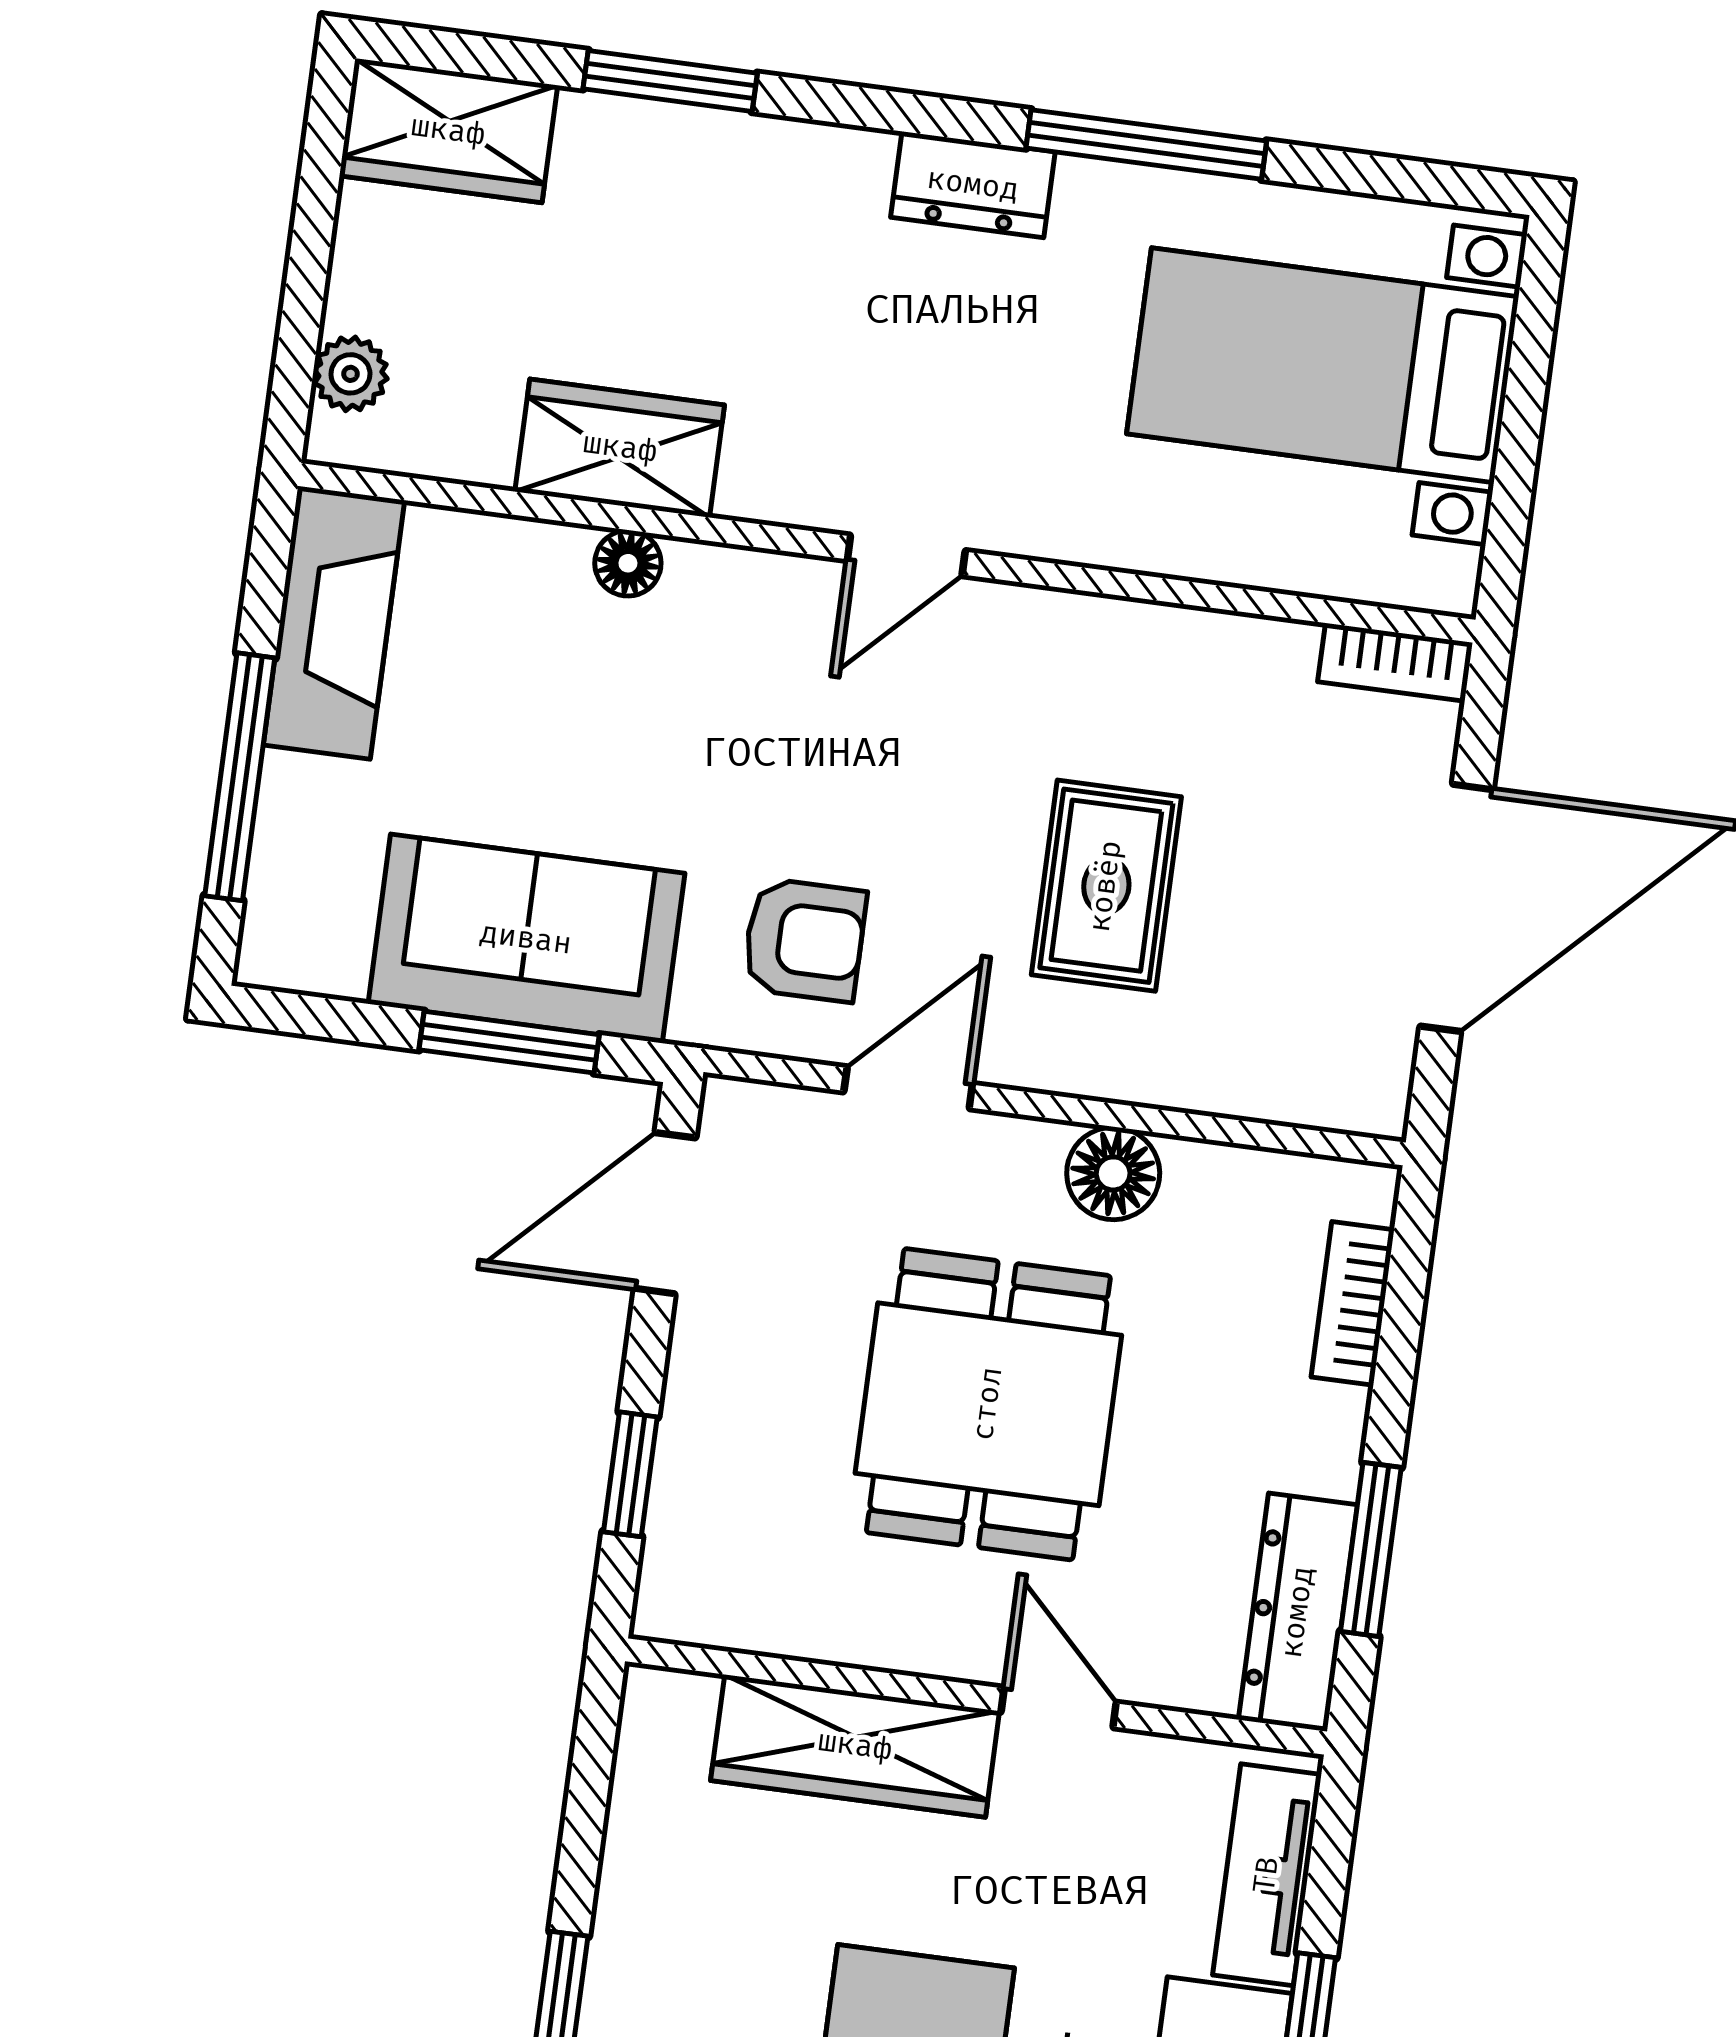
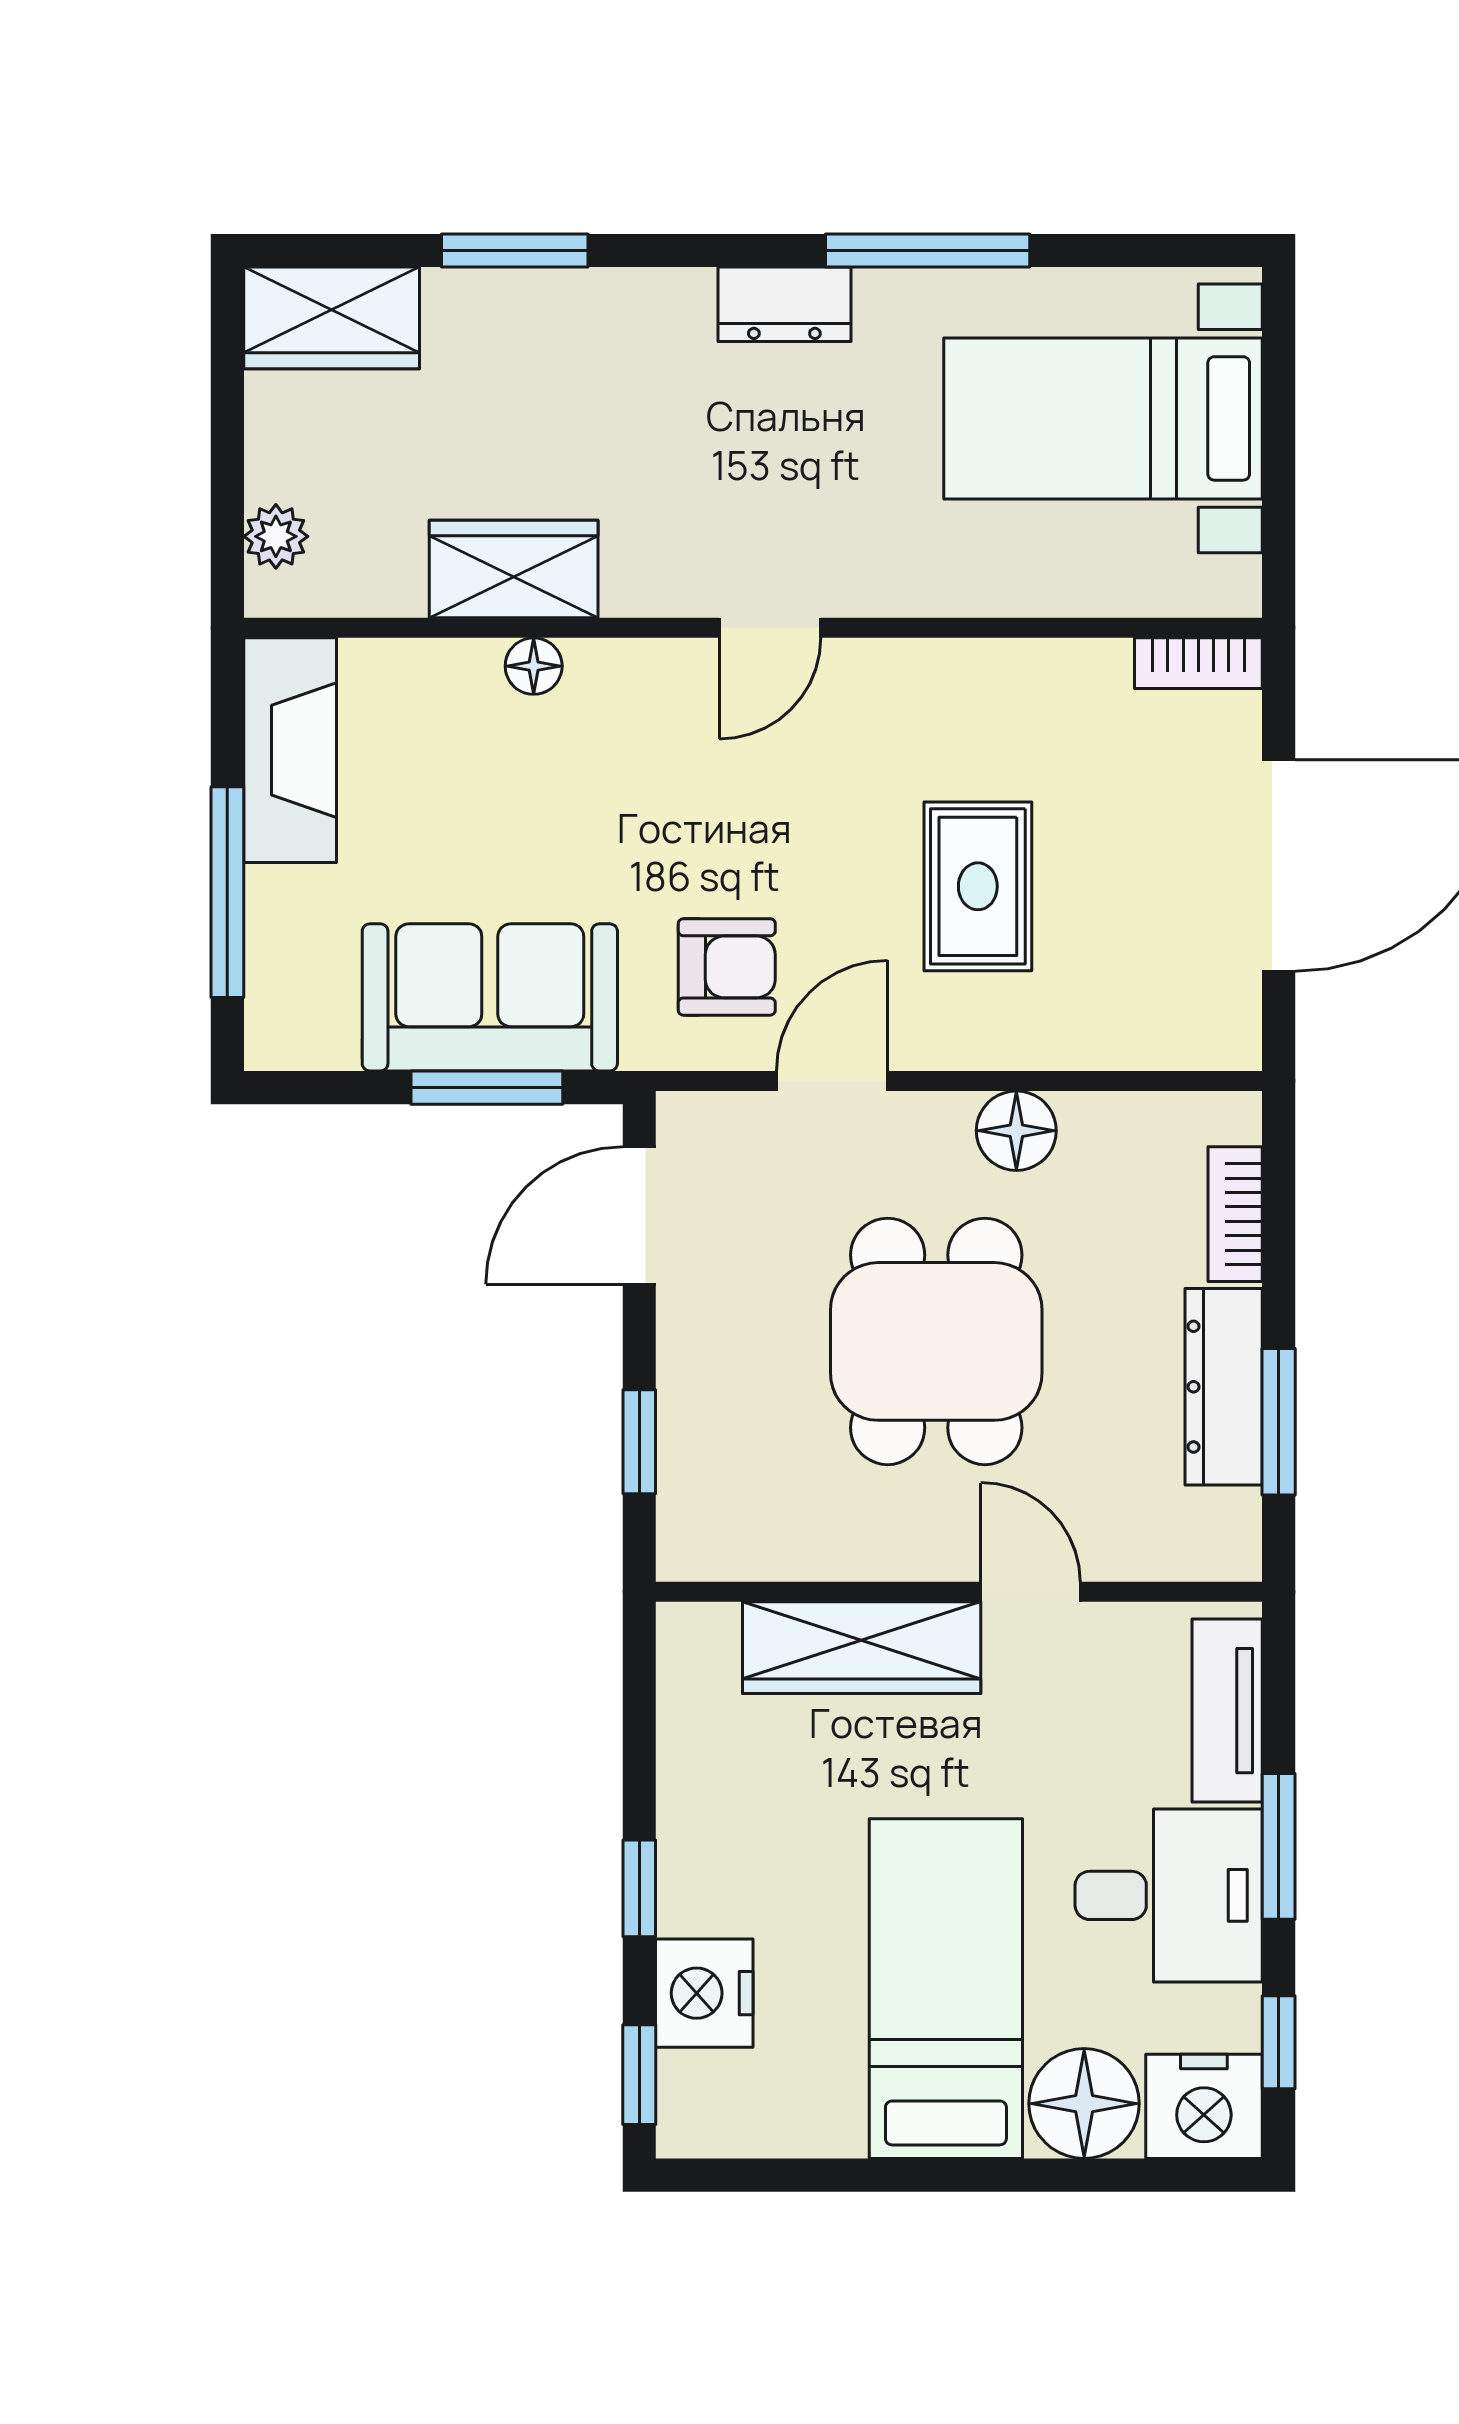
dresser: (1298, 1612) -> (1224, 1387), moved

